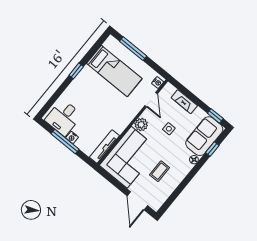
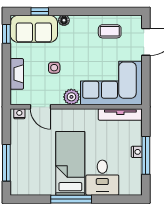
window: (76, 71) -> (71, 199), width x2.17
bed: (114, 71) -> (70, 163), moved
door: (151, 100) -> (40, 107), swing flipped
desk: (64, 117) -> (102, 178), moved, turned 90
coffee table: (160, 171) -> (110, 31), moved

